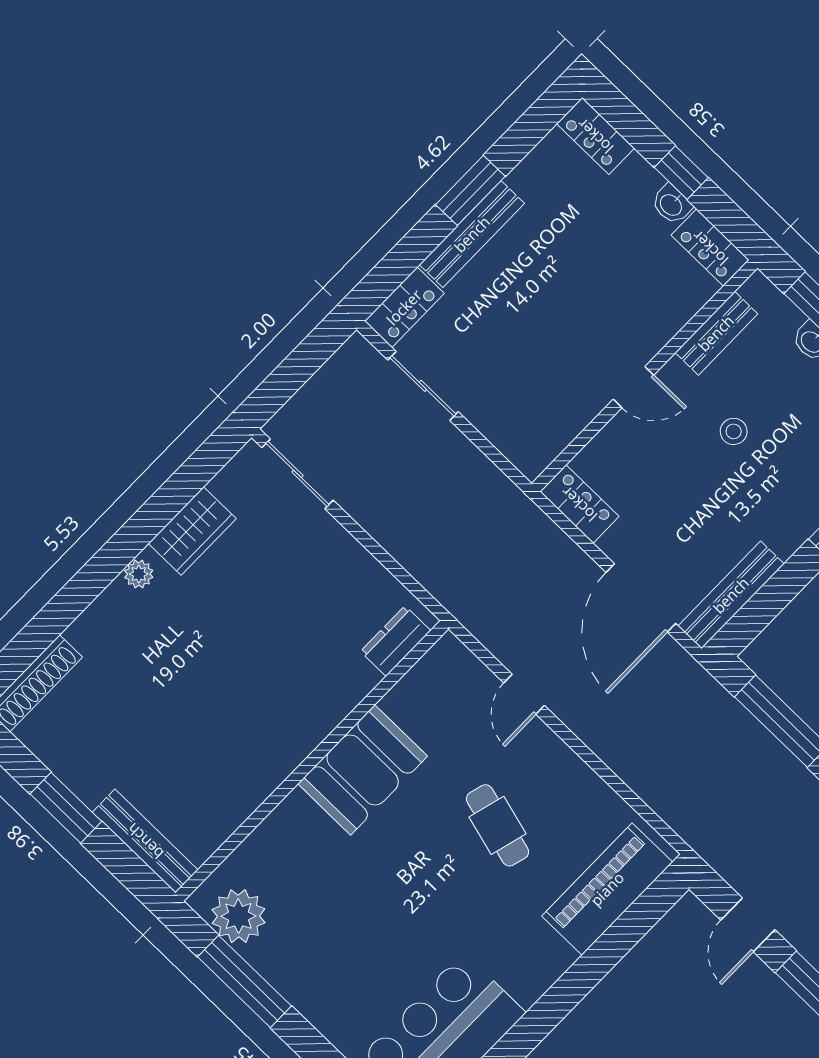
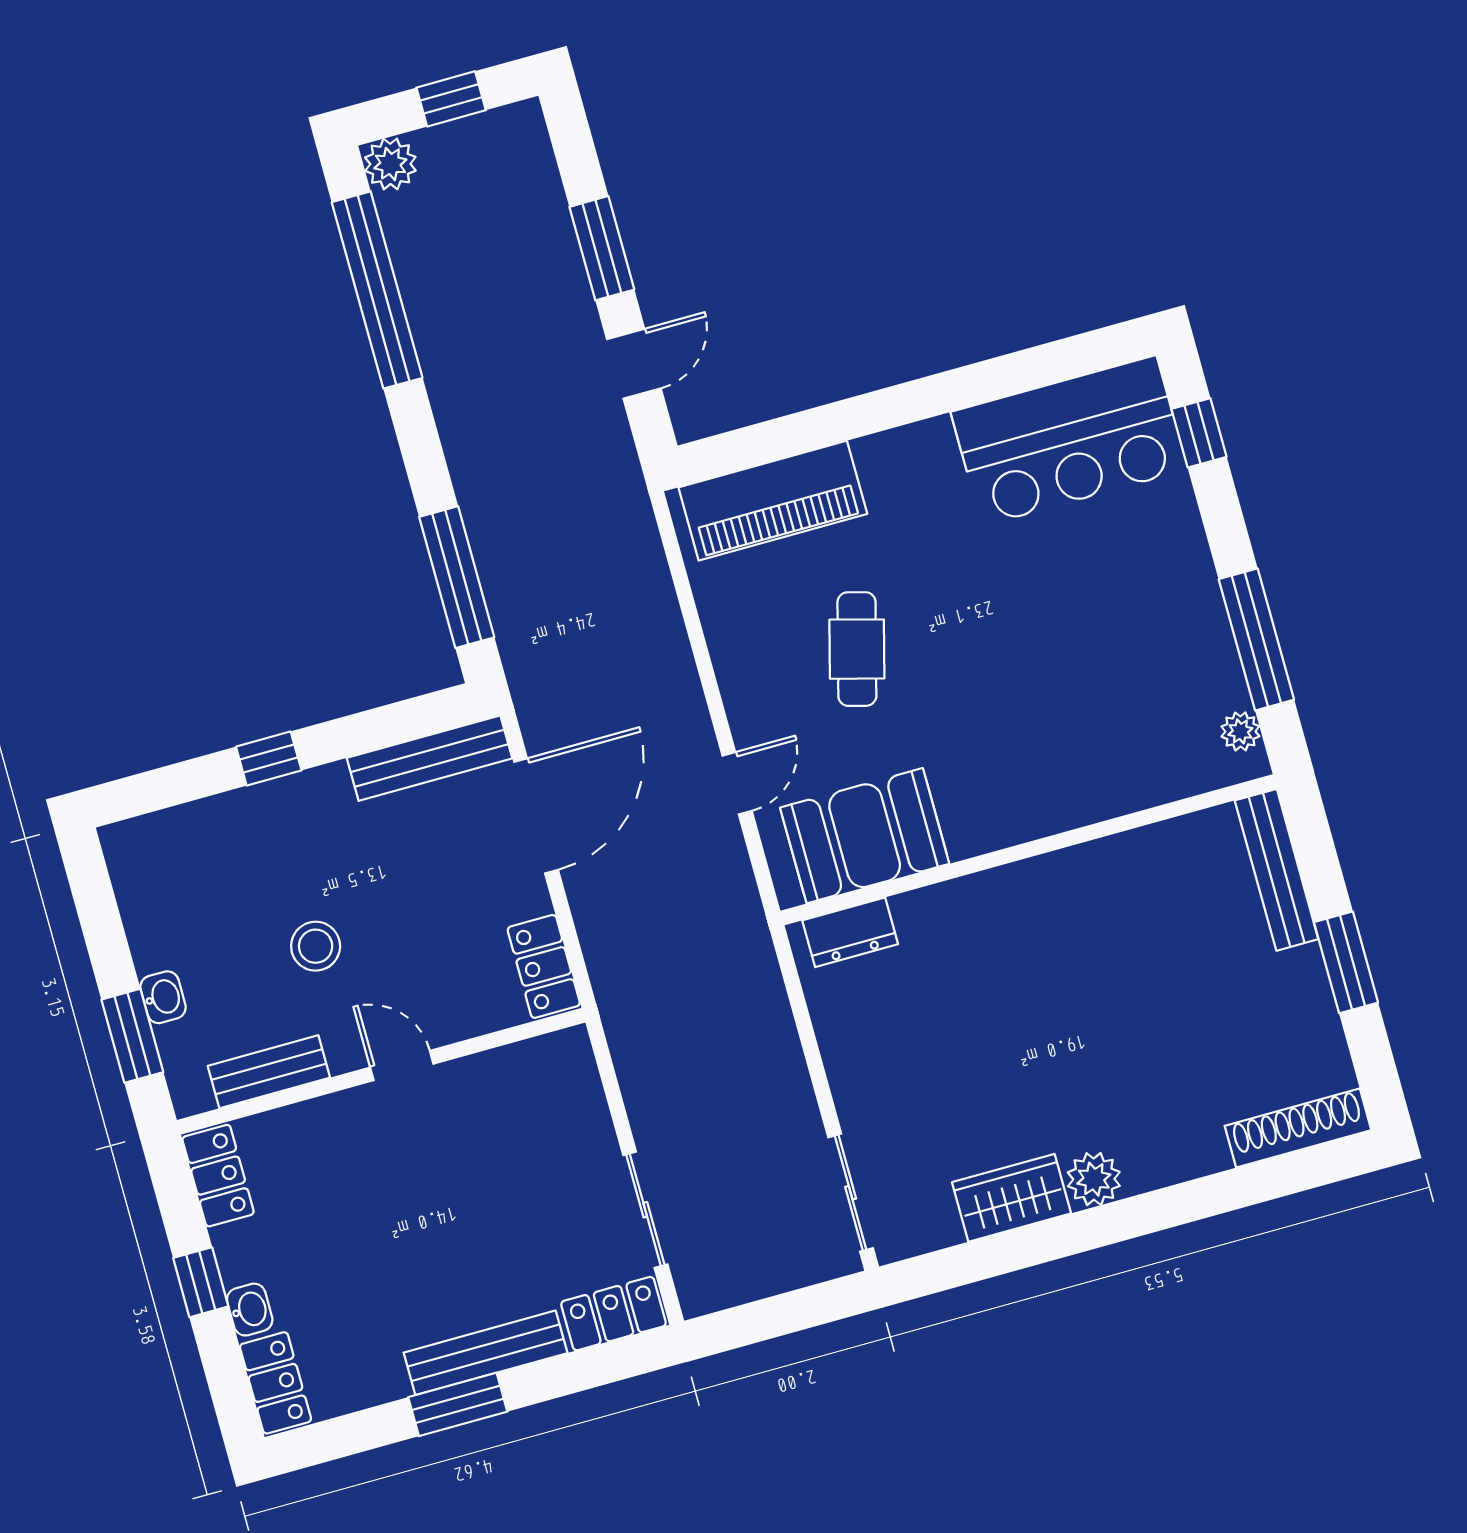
washbasin: (671, 204) -> (250, 1310), moved
stool: (734, 431) -> (316, 946), width x1.37, depth x1.37
plant: (139, 574) -> (1094, 1179), width x1.38, depth x1.38
booth: (363, 770) -> (865, 836), moved
plant: (238, 916) -> (1240, 731), width x0.53, depth x0.53

